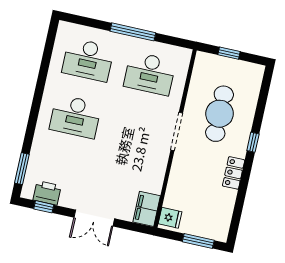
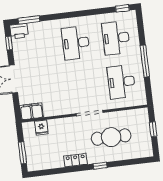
window: (51, 37) -> (122, 8), added
printer: (47, 193) -> (19, 31), moved, turned 90
fridge: (170, 218) -> (41, 128), moved

